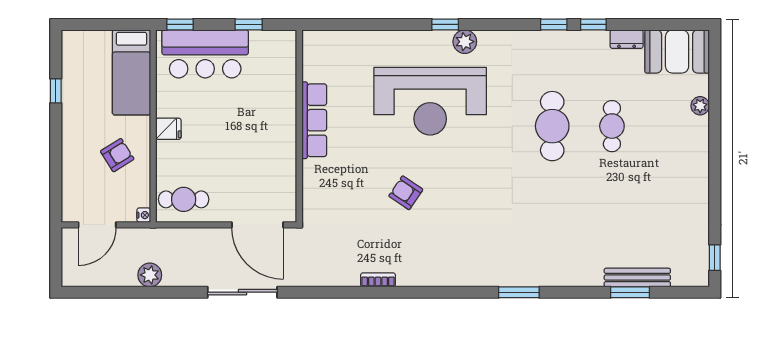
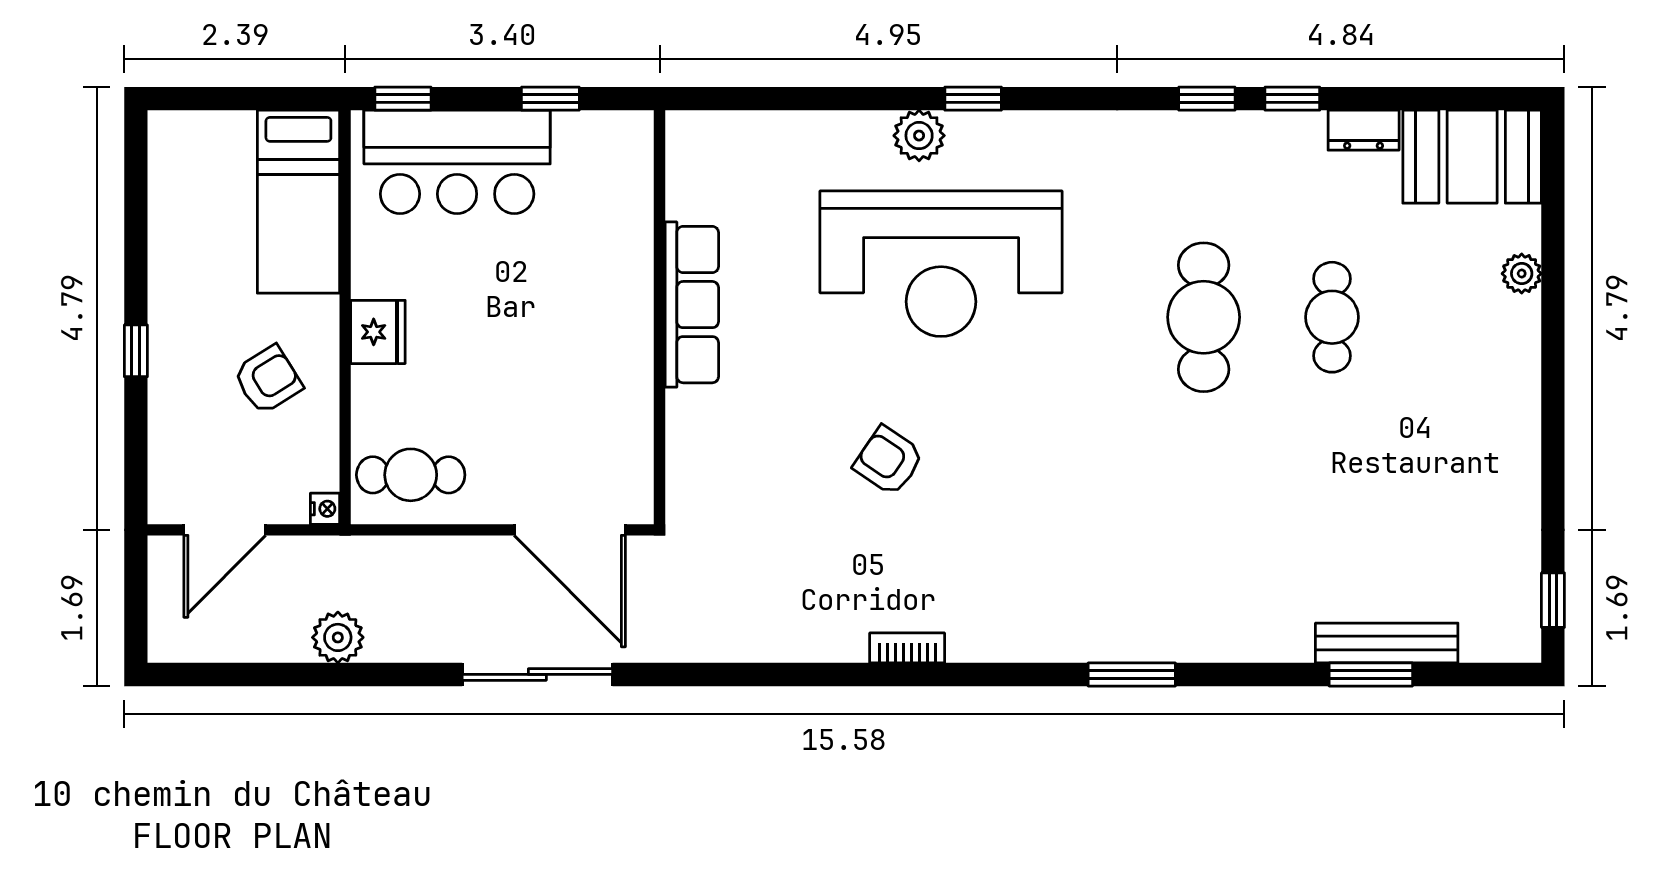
plant: (465, 42) -> (919, 136), moved
window: (56, 91) -> (136, 351), moved
fridge: (168, 129) -> (378, 332), width x1.38
bookcase: (378, 280) -> (907, 648), moved

